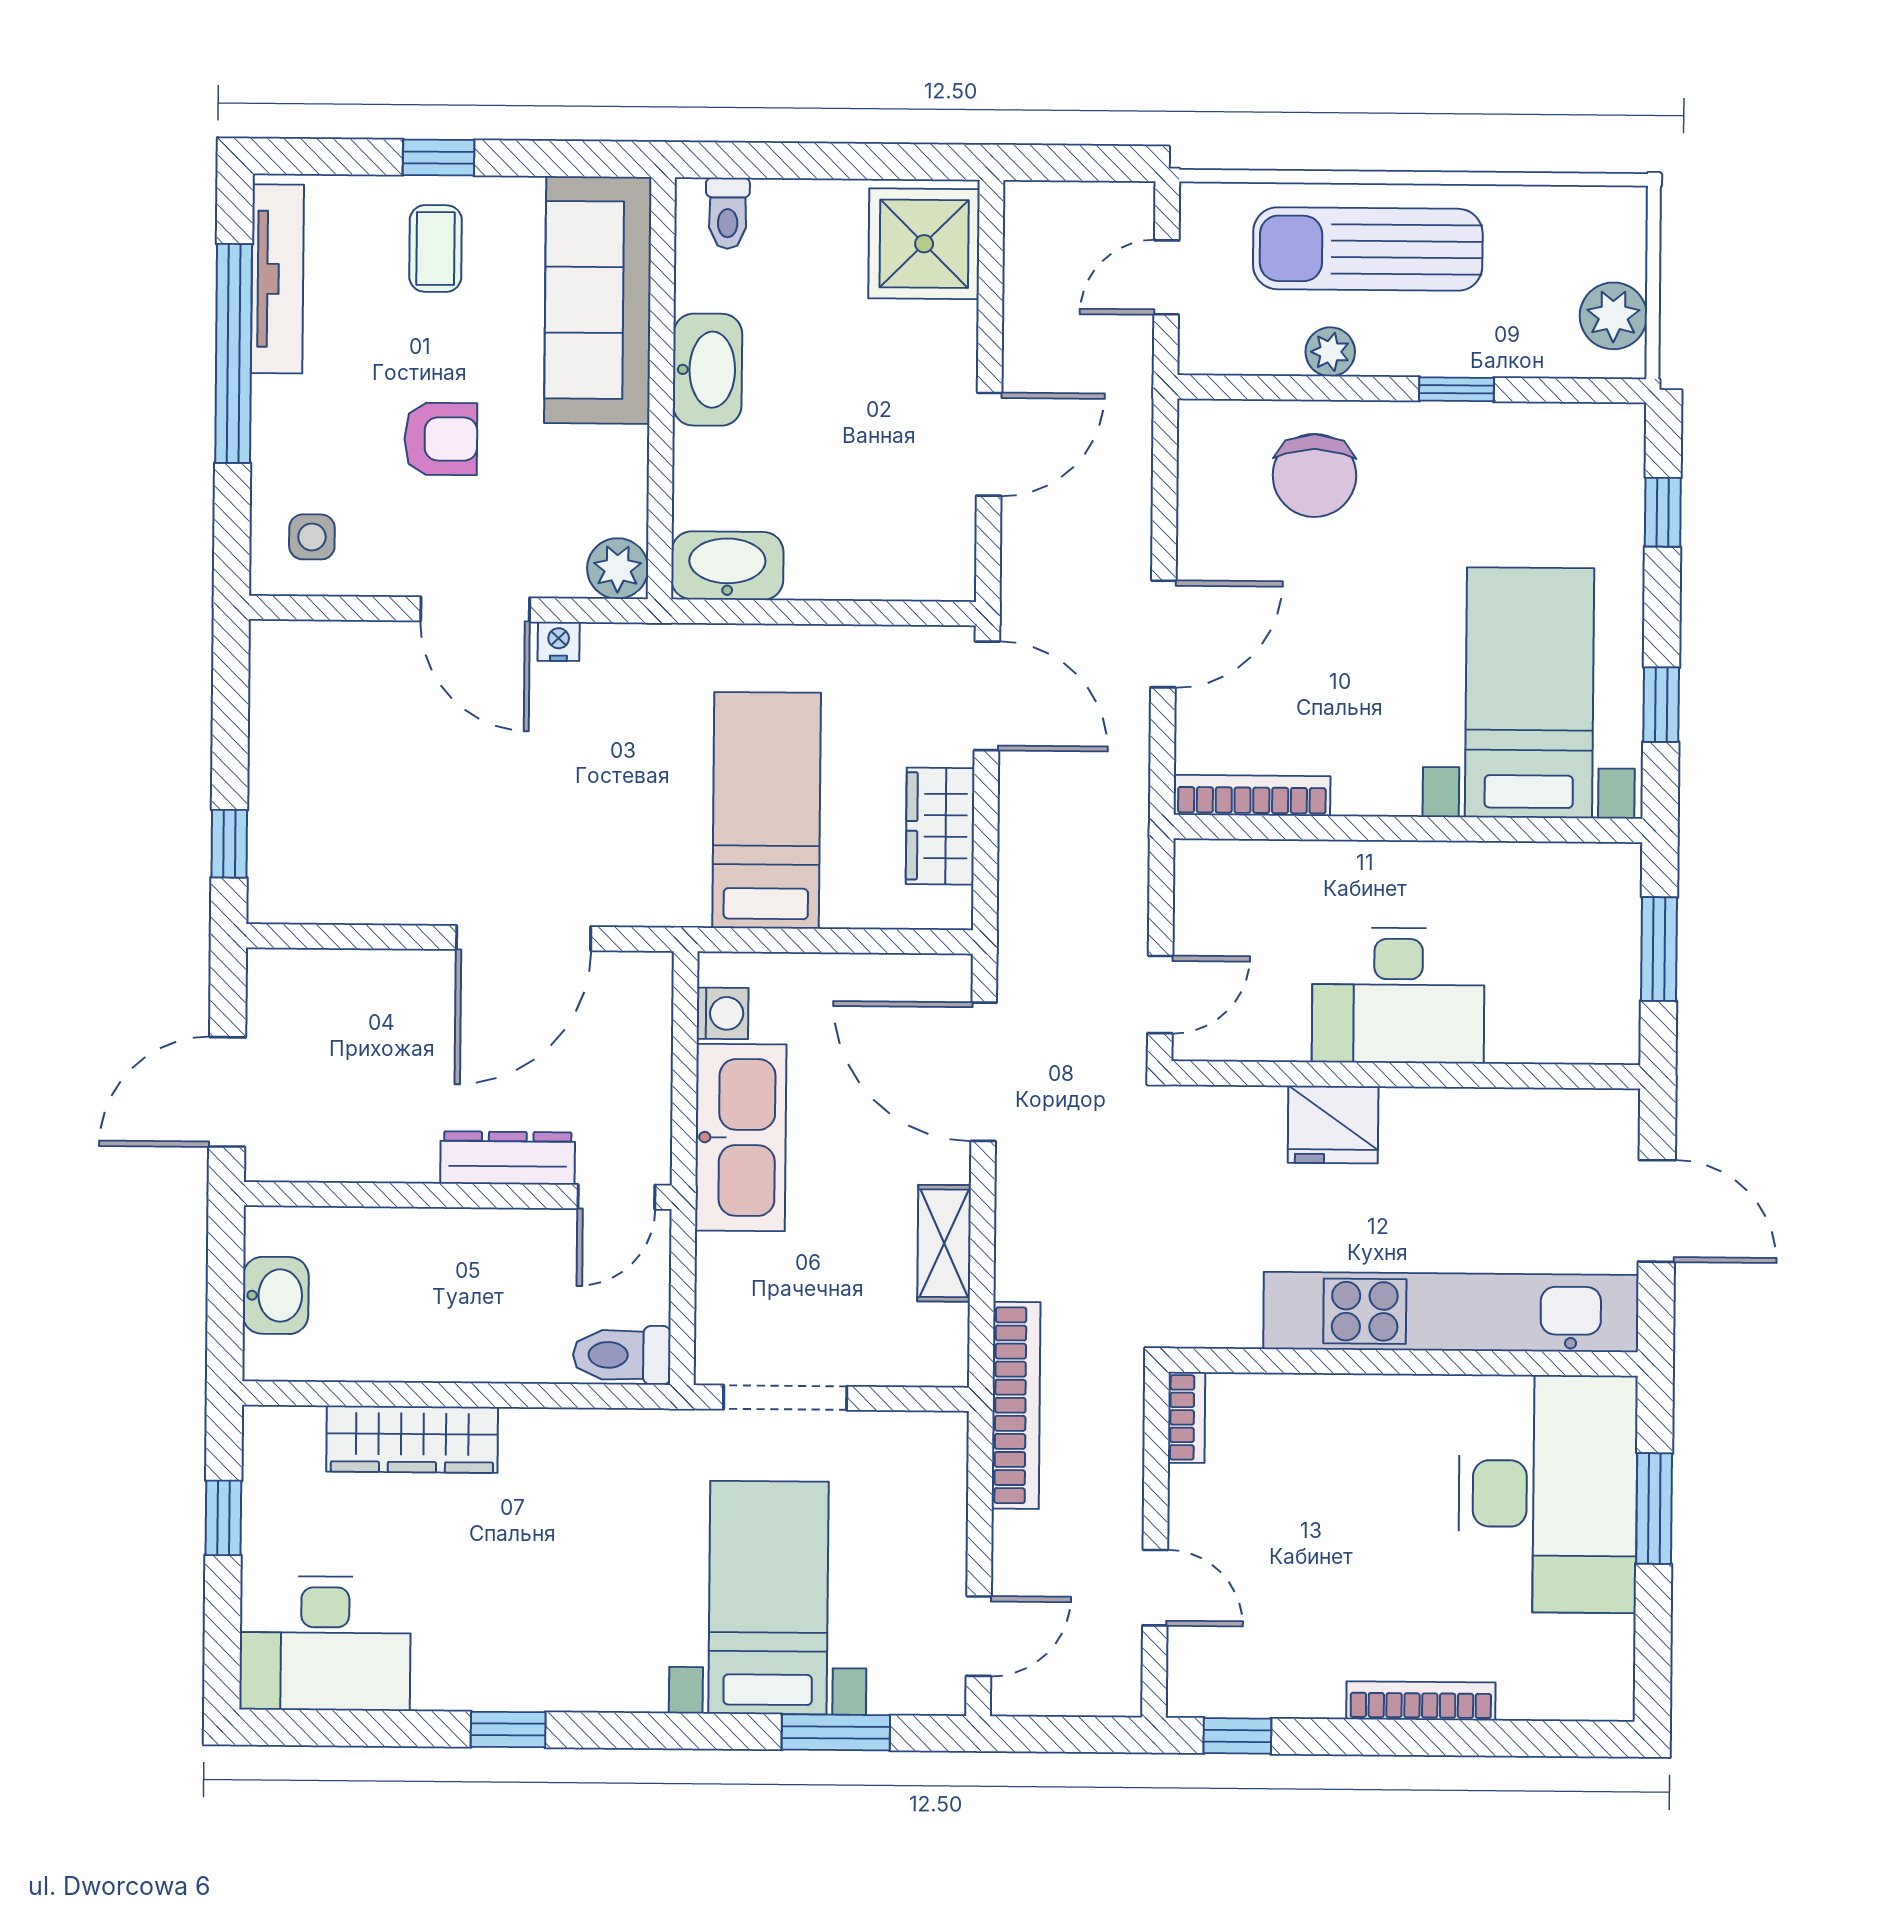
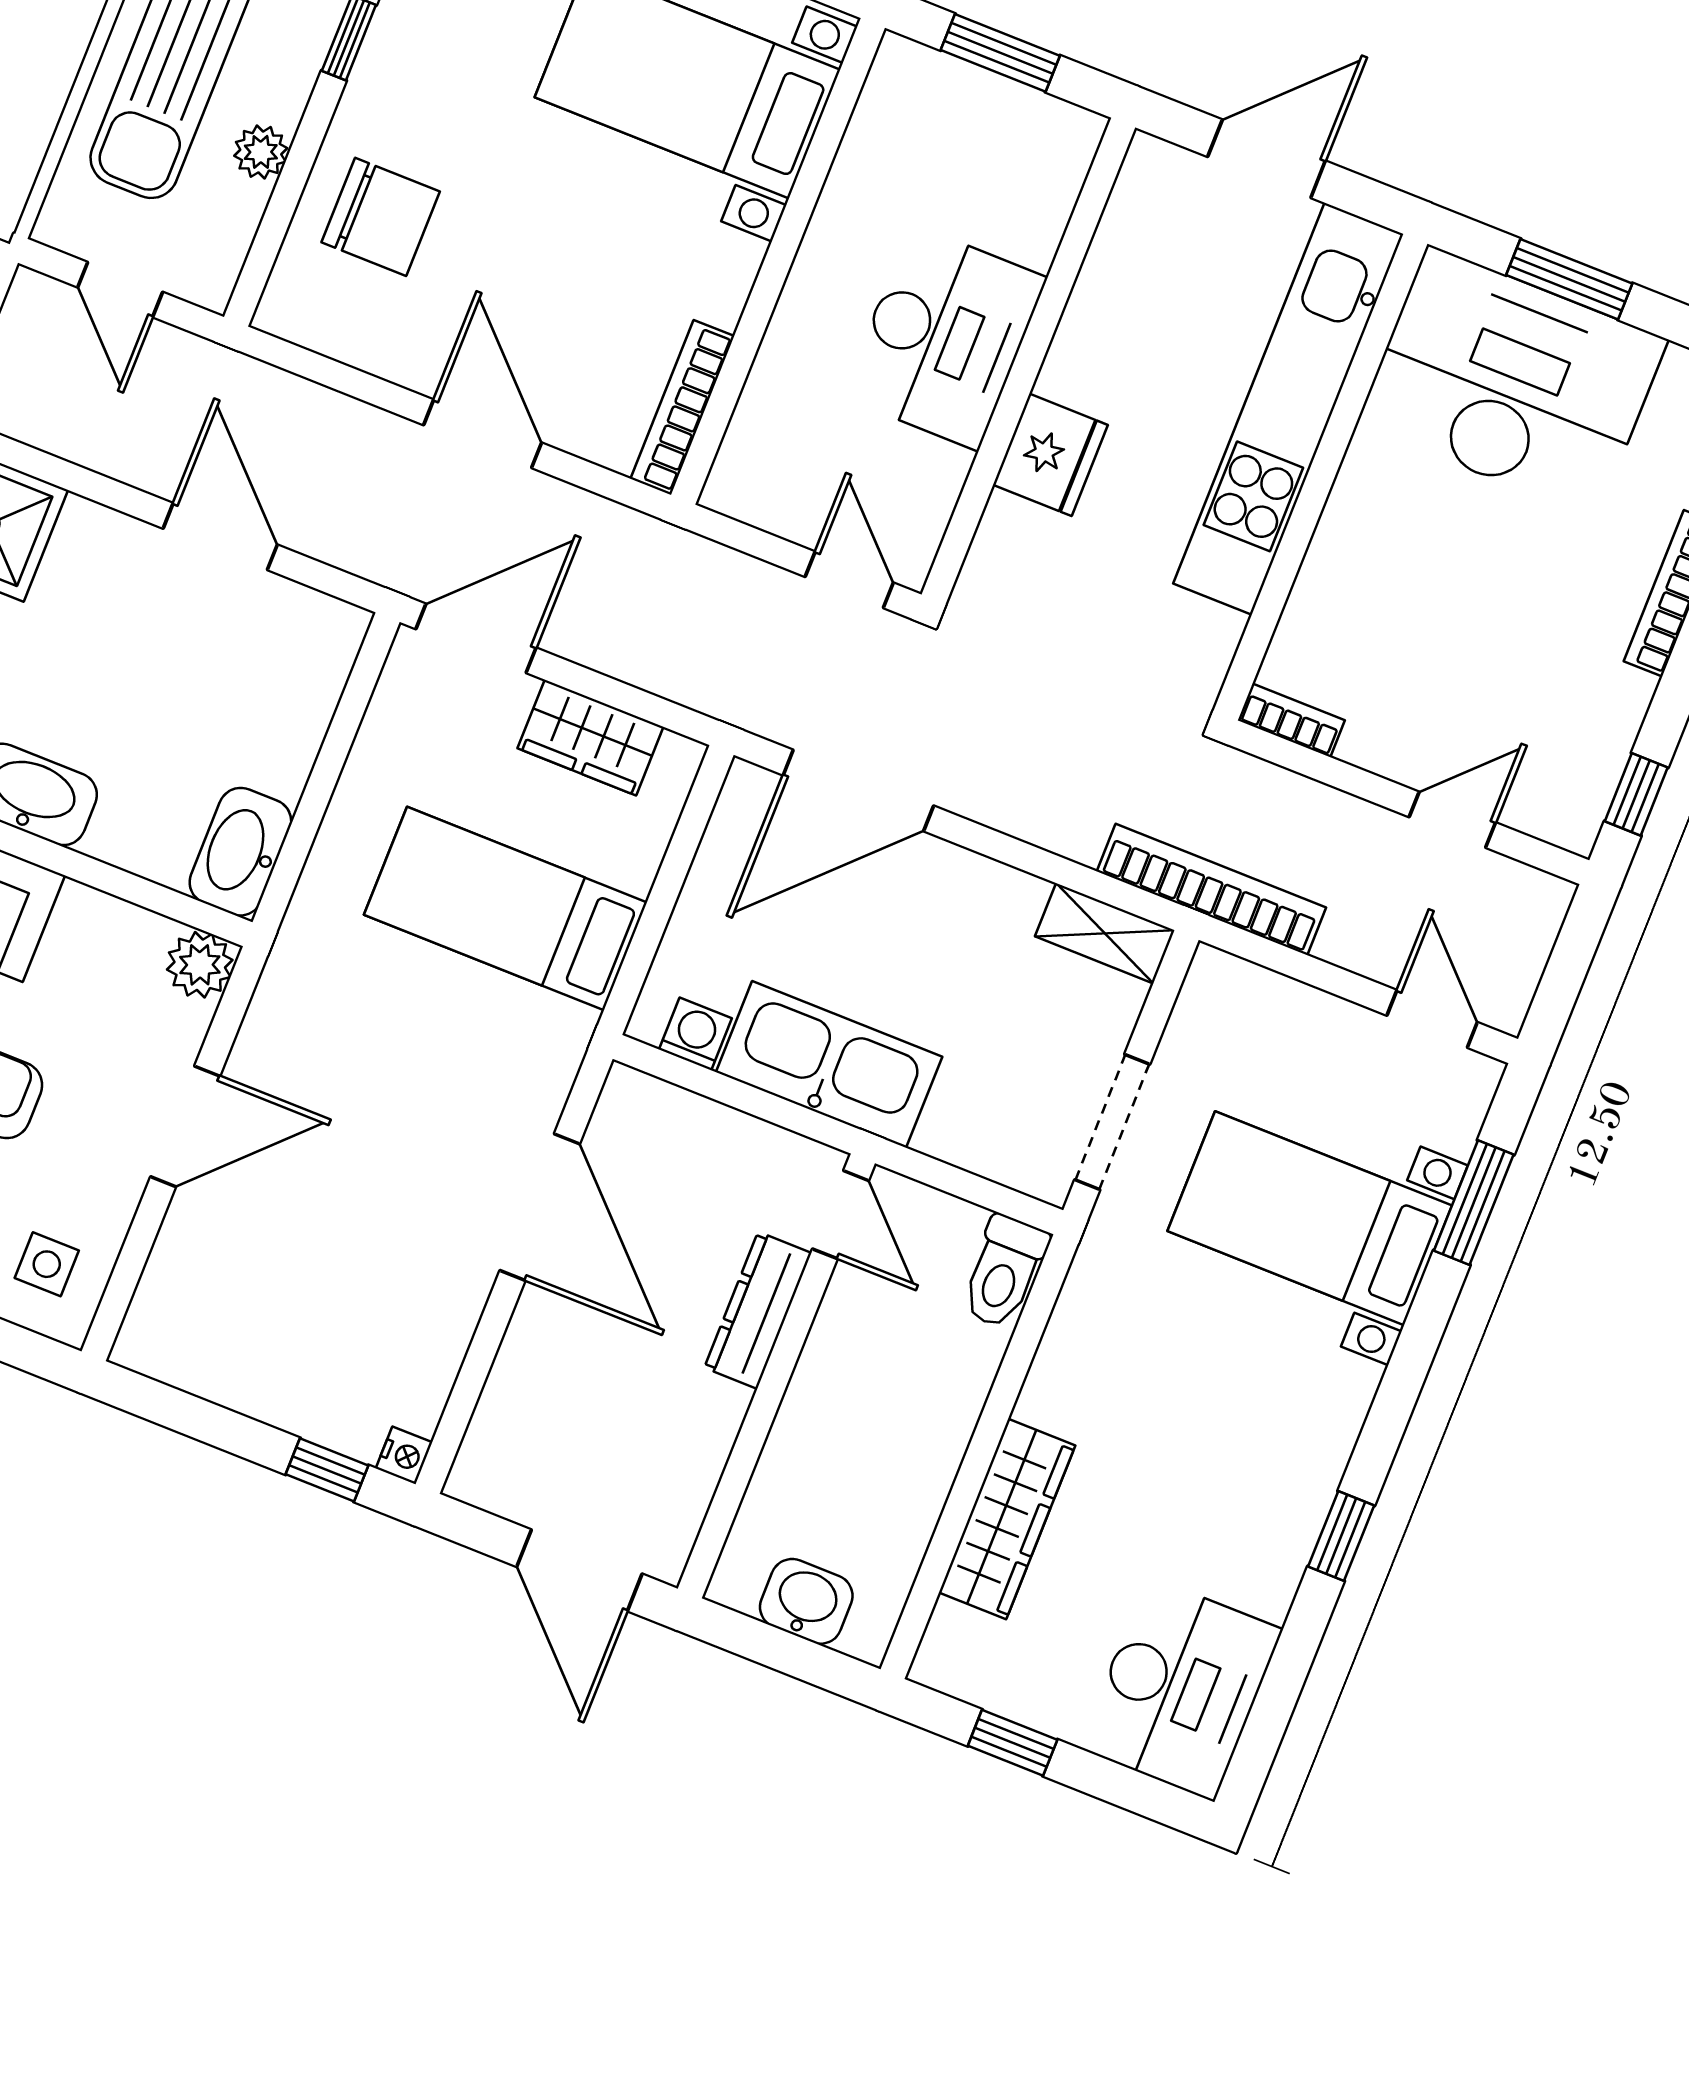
nightstand: (559, 641) -> (404, 1455), moved, turned 180
shelving: (944, 1243) -> (1105, 933), moved

